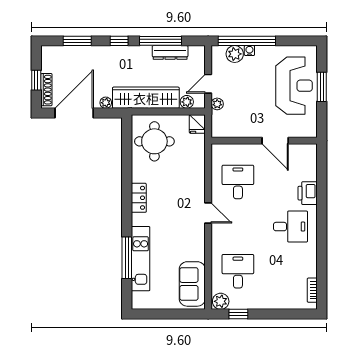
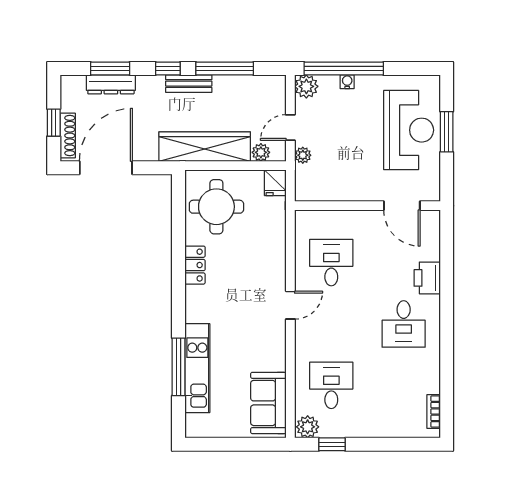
bench: (134, 52) -> (189, 84), added
dresser: (170, 52) -> (111, 84), moved
plant: (235, 54) -> (306, 86), moved
plant: (106, 103) -> (149, 153), removed
door: (275, 141) -> (402, 206), moved
locker: (139, 198) -> (195, 265), moved
door: (208, 213) -> (290, 305), hinge flipped
desk: (290, 227) -> (404, 324), turned 90

